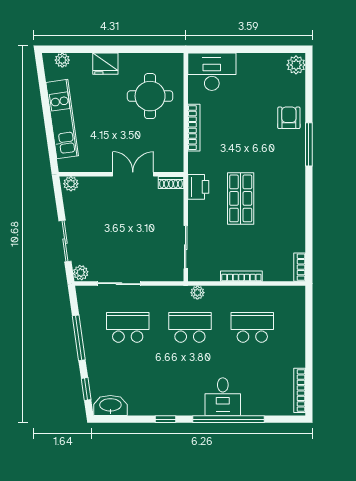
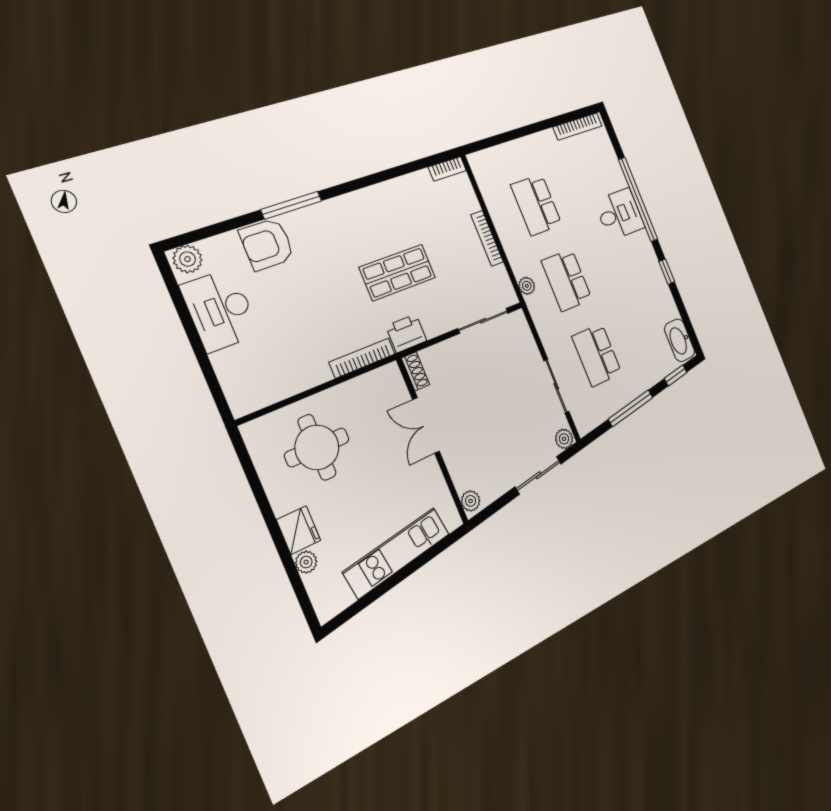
plant: (62, 60) -> (306, 562), moved
desk: (212, 72) -> (220, 310), moved
armchair: (289, 118) -> (267, 244), width x1.38, depth x1.38
bookcase: (194, 128) -> (362, 358), moved

